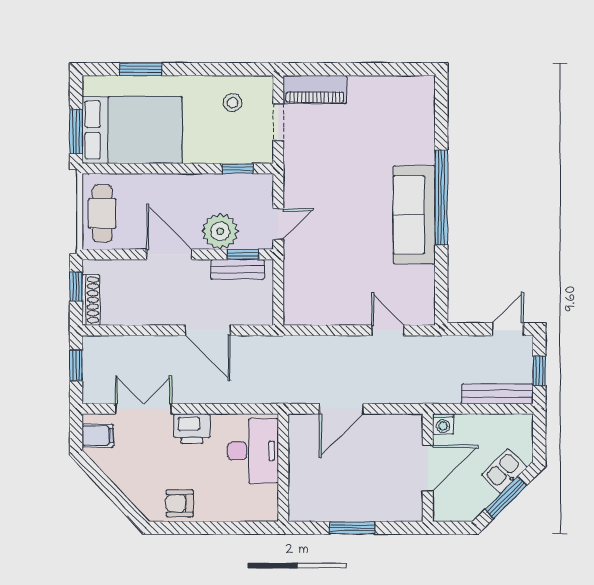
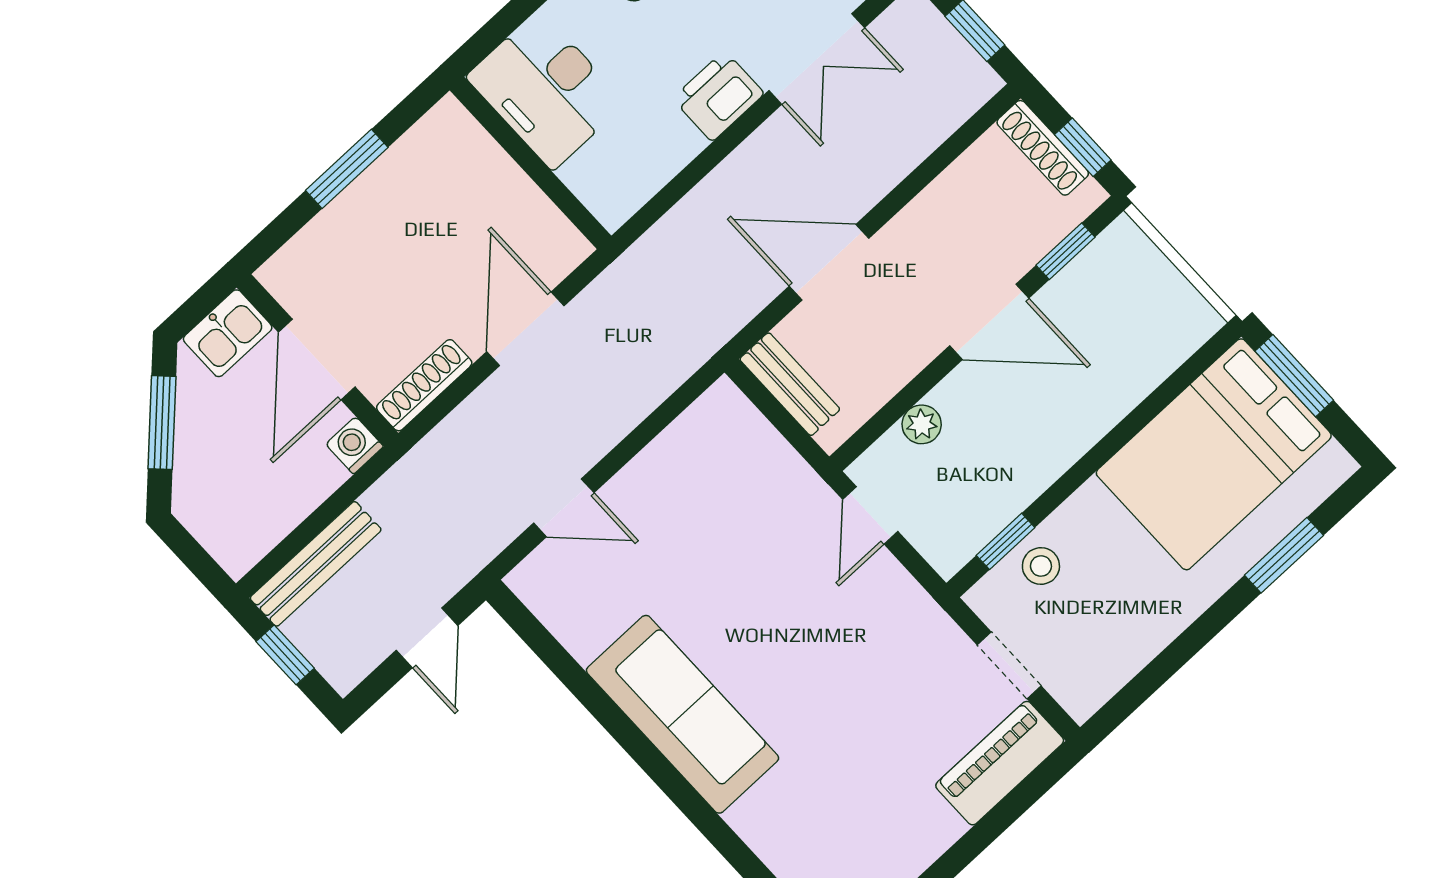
stool: (233, 103) -> (1041, 566), moved
window: (441, 198) -> (666, 776), removed
cafe table: (102, 213) -> (1144, 291), removed
plant: (220, 231) -> (922, 424), width x0.53, depth x0.53
window: (243, 254) -> (1066, 251), moved
bench: (238, 269) -> (790, 384), moved, turned 90
door: (508, 329) -> (427, 638), moved
shoe rack: (397, 422) -> (424, 385), added
desk: (253, 451) -> (546, 90), moved
kitchen sink: (504, 471) -> (228, 333), moved, turned 45

